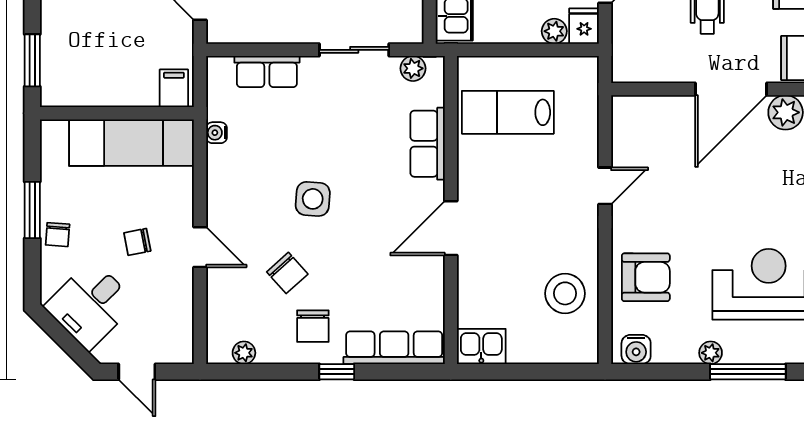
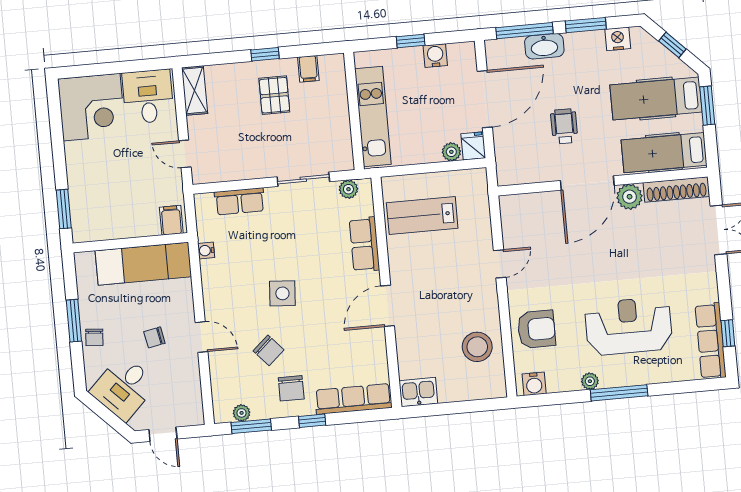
window: (255, 372) -> (251, 426), added

